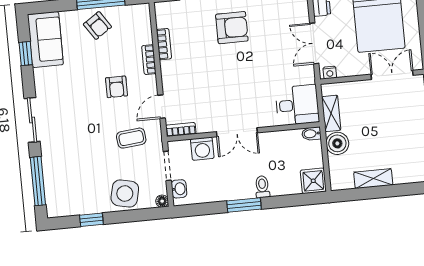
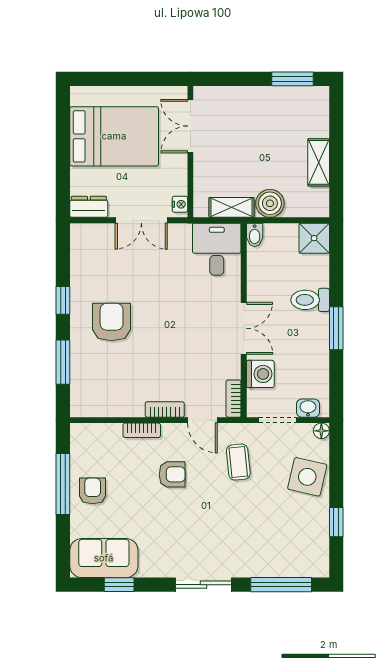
armchair: (97, 25) -> (93, 491), turned -56
bookcase: (164, 44) -> (165, 410), moved
toilet: (262, 187) -> (310, 300), width x1.37, depth x1.39

